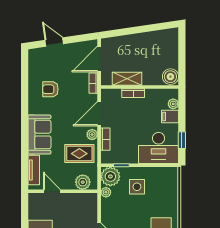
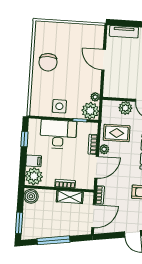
window: (142, 29) -> (53, 240), added
window: (182, 46) -> (19, 223), added
plant: (173, 104) -> (34, 176), width x1.88, depth x1.88
desk: (159, 148) -> (58, 134), moved
plant: (83, 182) -> (125, 108), moved
side table: (137, 187) -> (59, 106), moved

